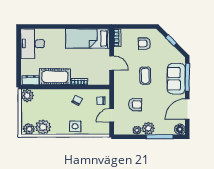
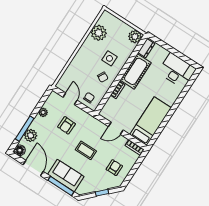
side table: (75, 126) -> (109, 58), moved
plant: (148, 128) -> (31, 135), moved
plant: (29, 129) -> (105, 19), removed

